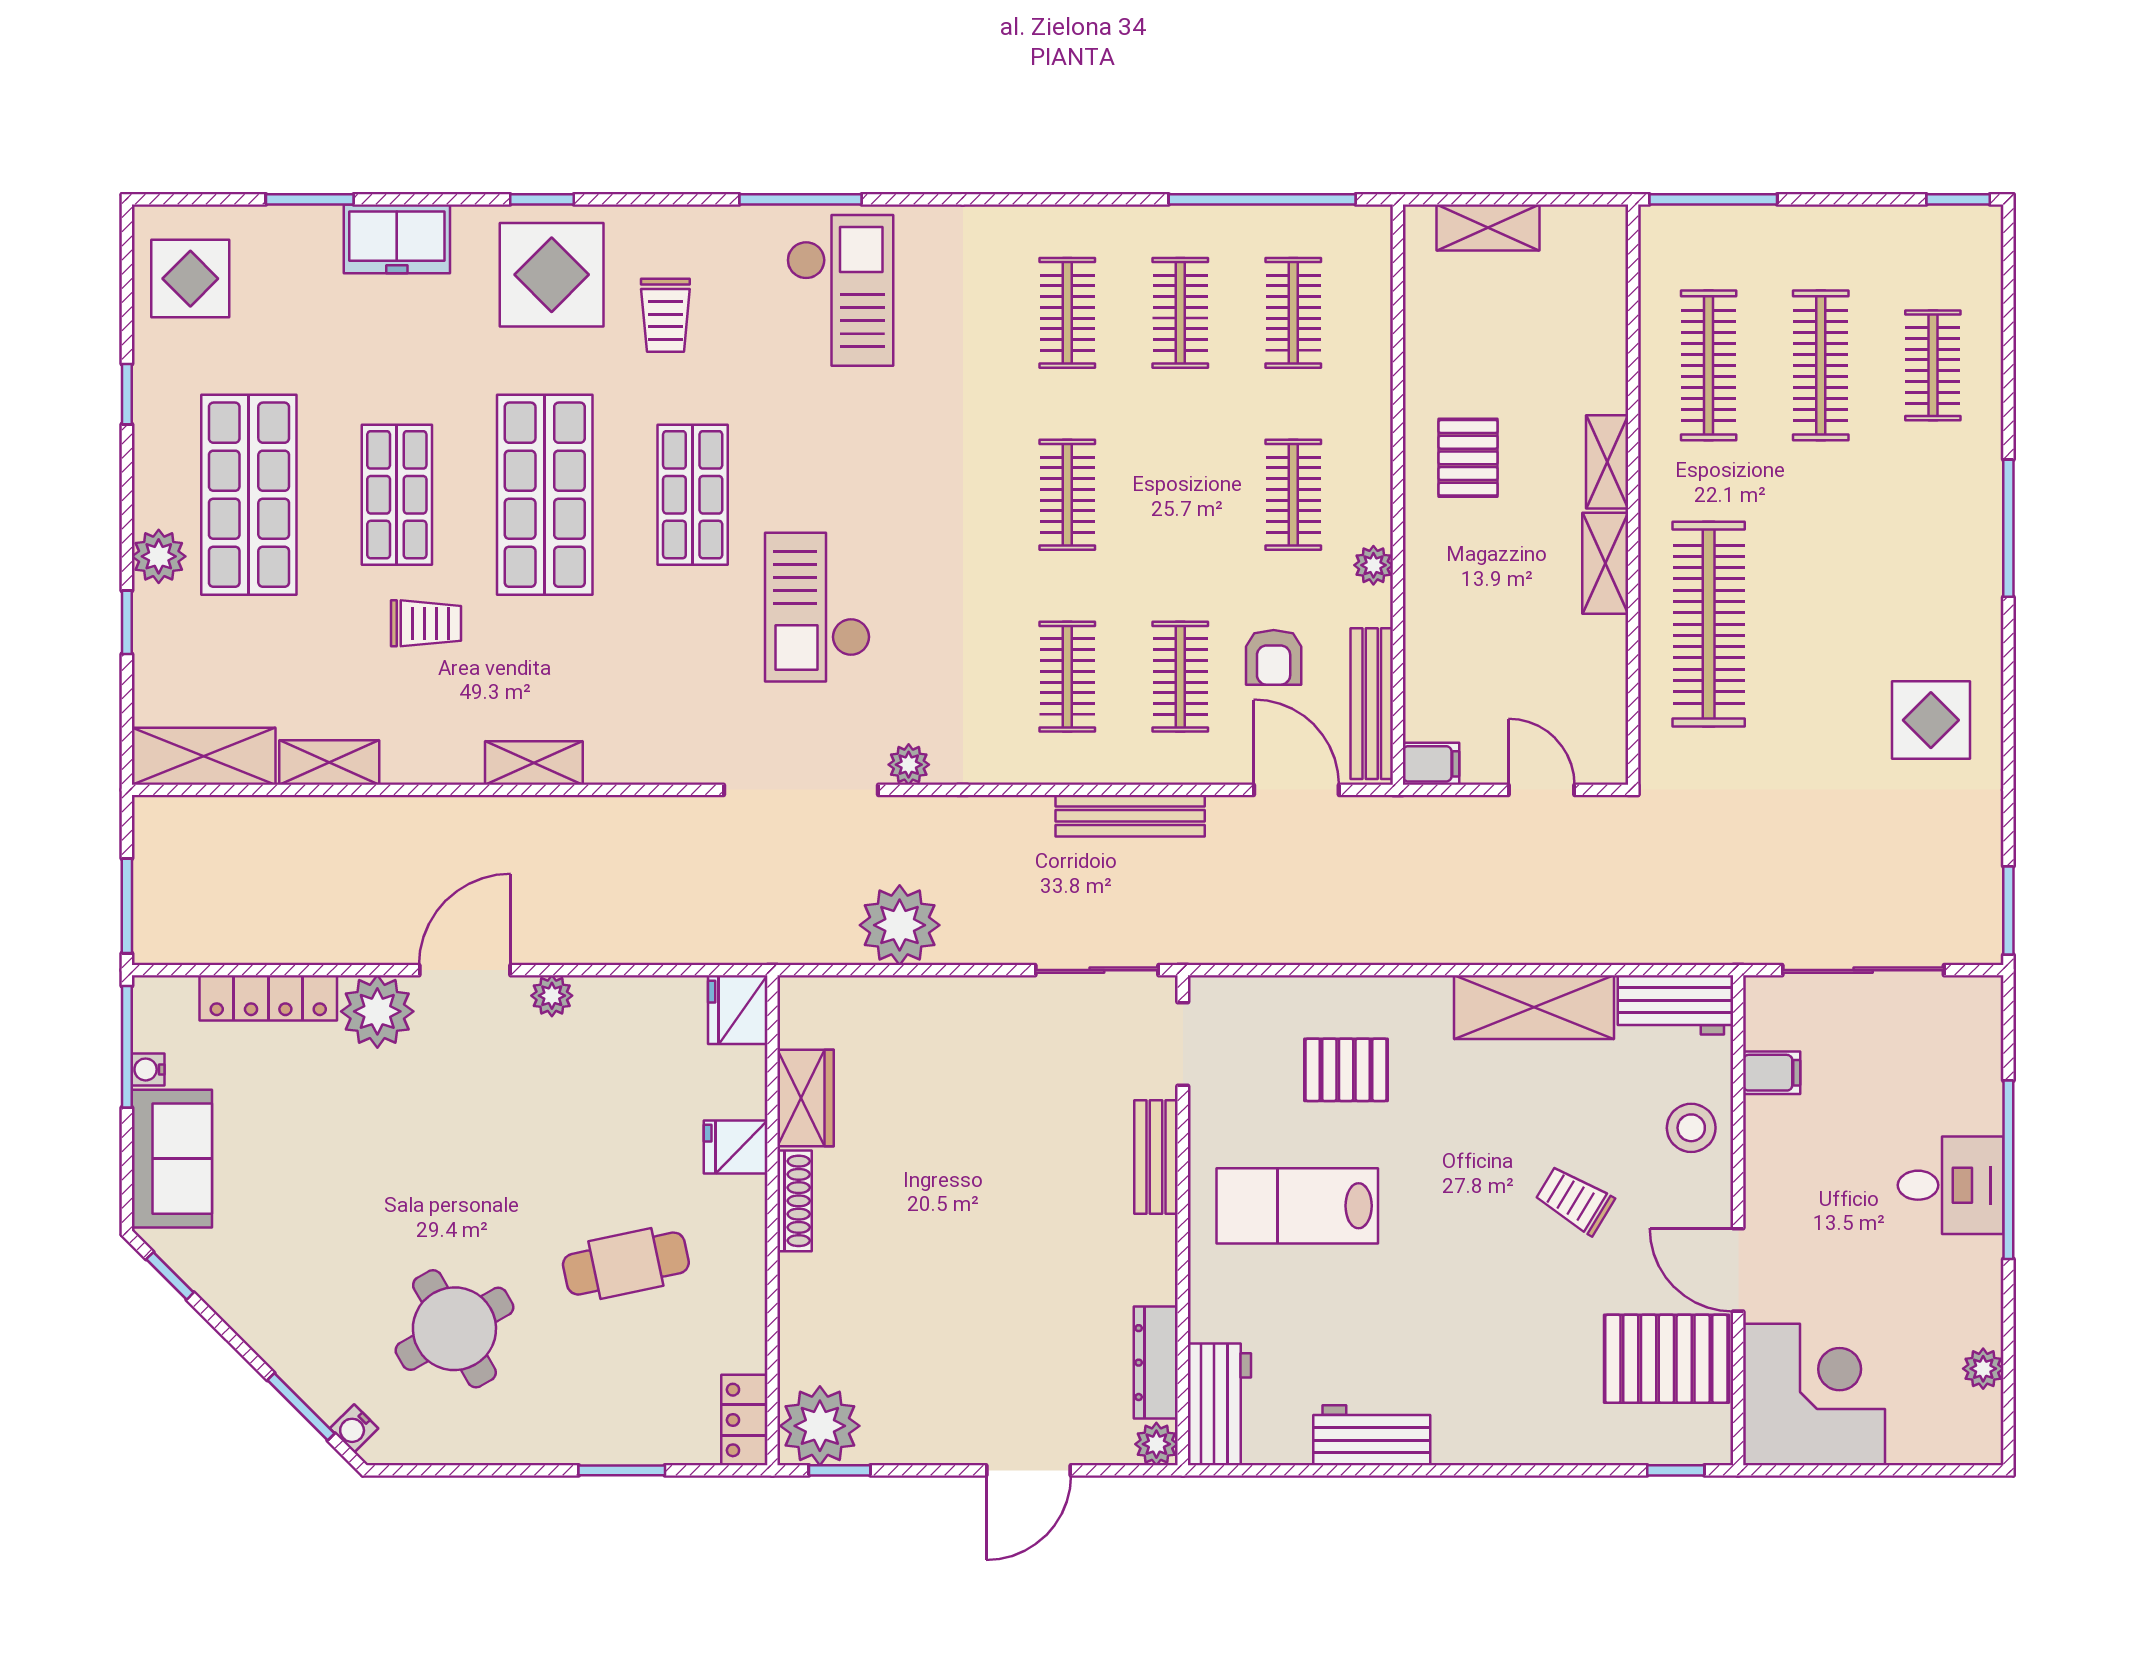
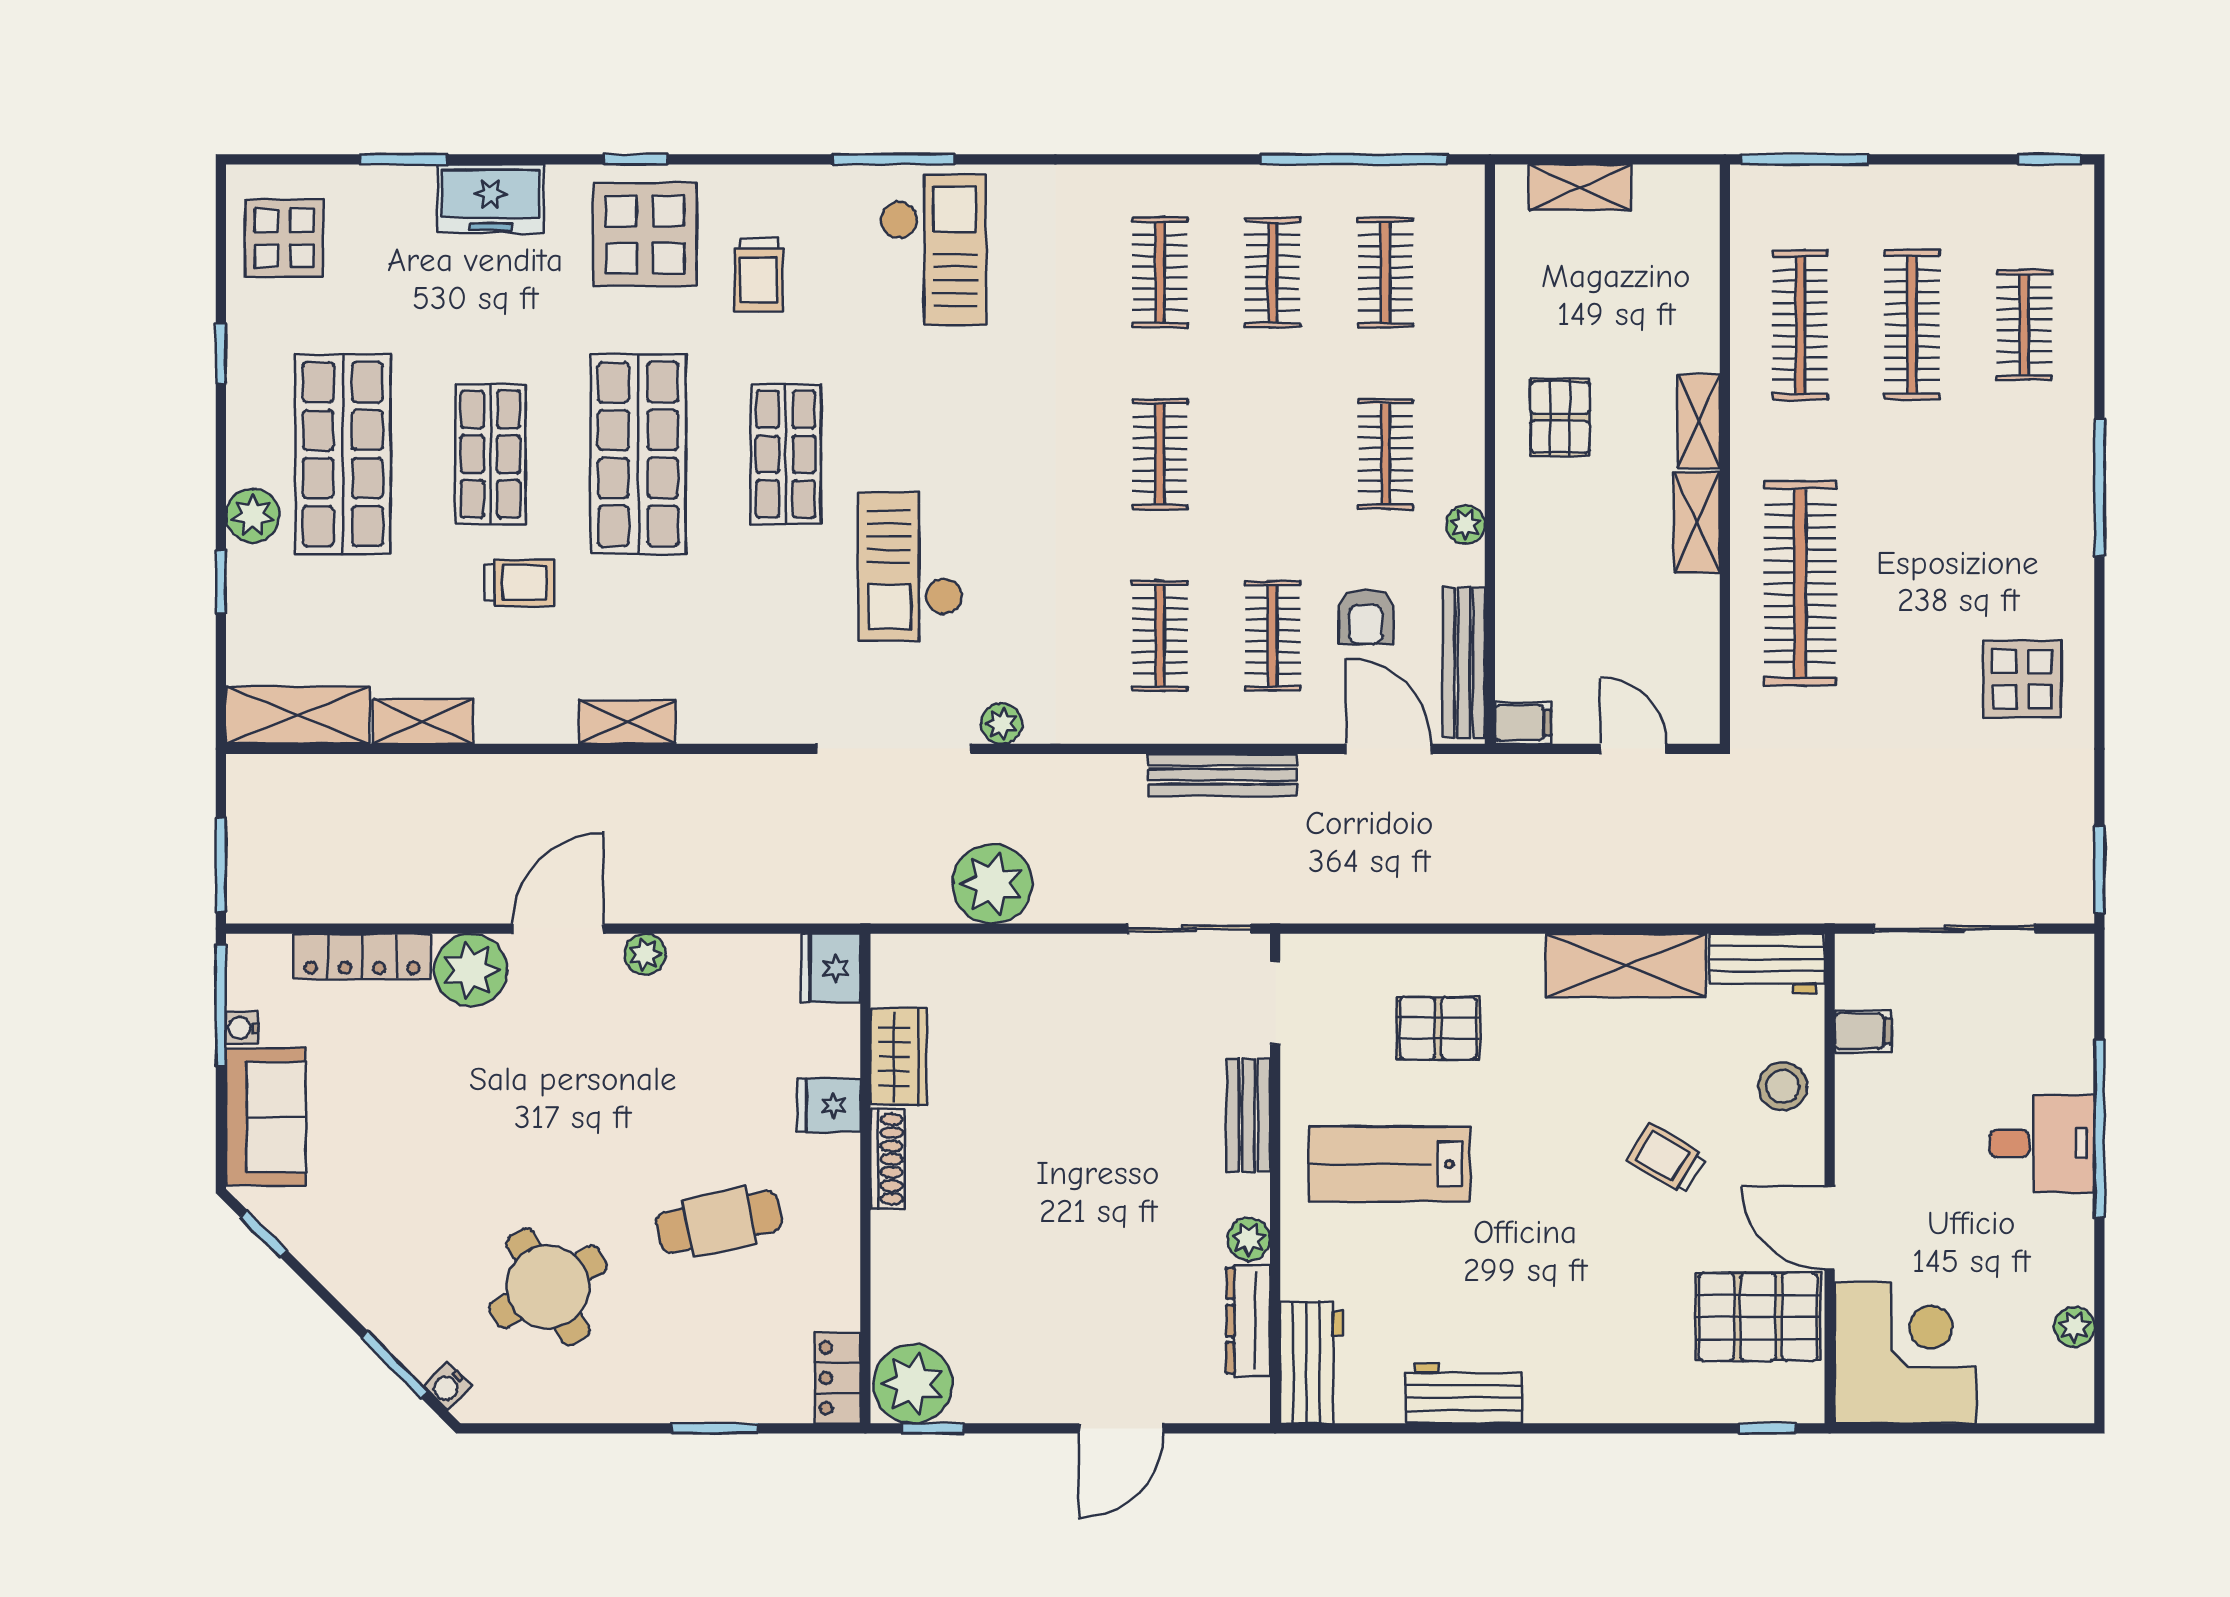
plant: (1156, 1444) -> (1249, 1239), moved

